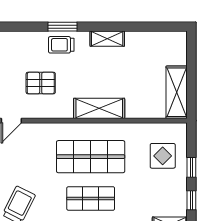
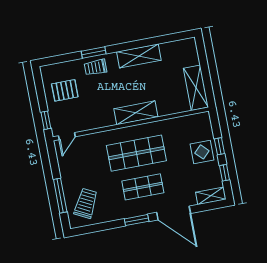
shelving: (107, 39) -> (139, 56), width x1.50, depth x1.33
pallet: (41, 83) -> (65, 90), moved
display table: (163, 156) -> (202, 152), moved

